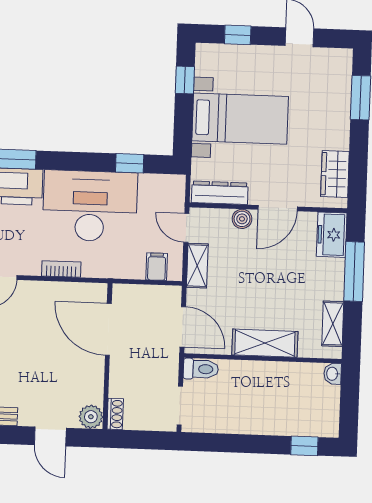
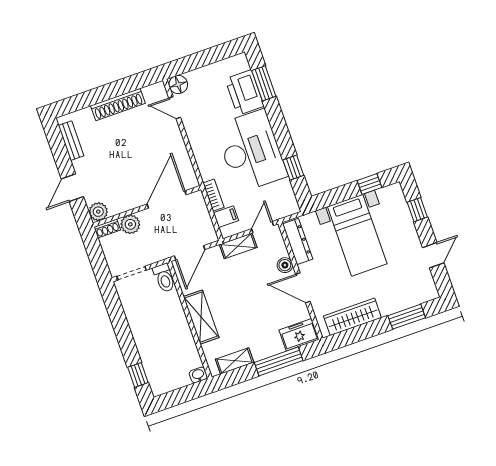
wardrobe: (335, 174) -> (352, 317), width x1.50
bookcase: (61, 269) -> (214, 195), moved
plant: (121, 384) -> (130, 224), added

